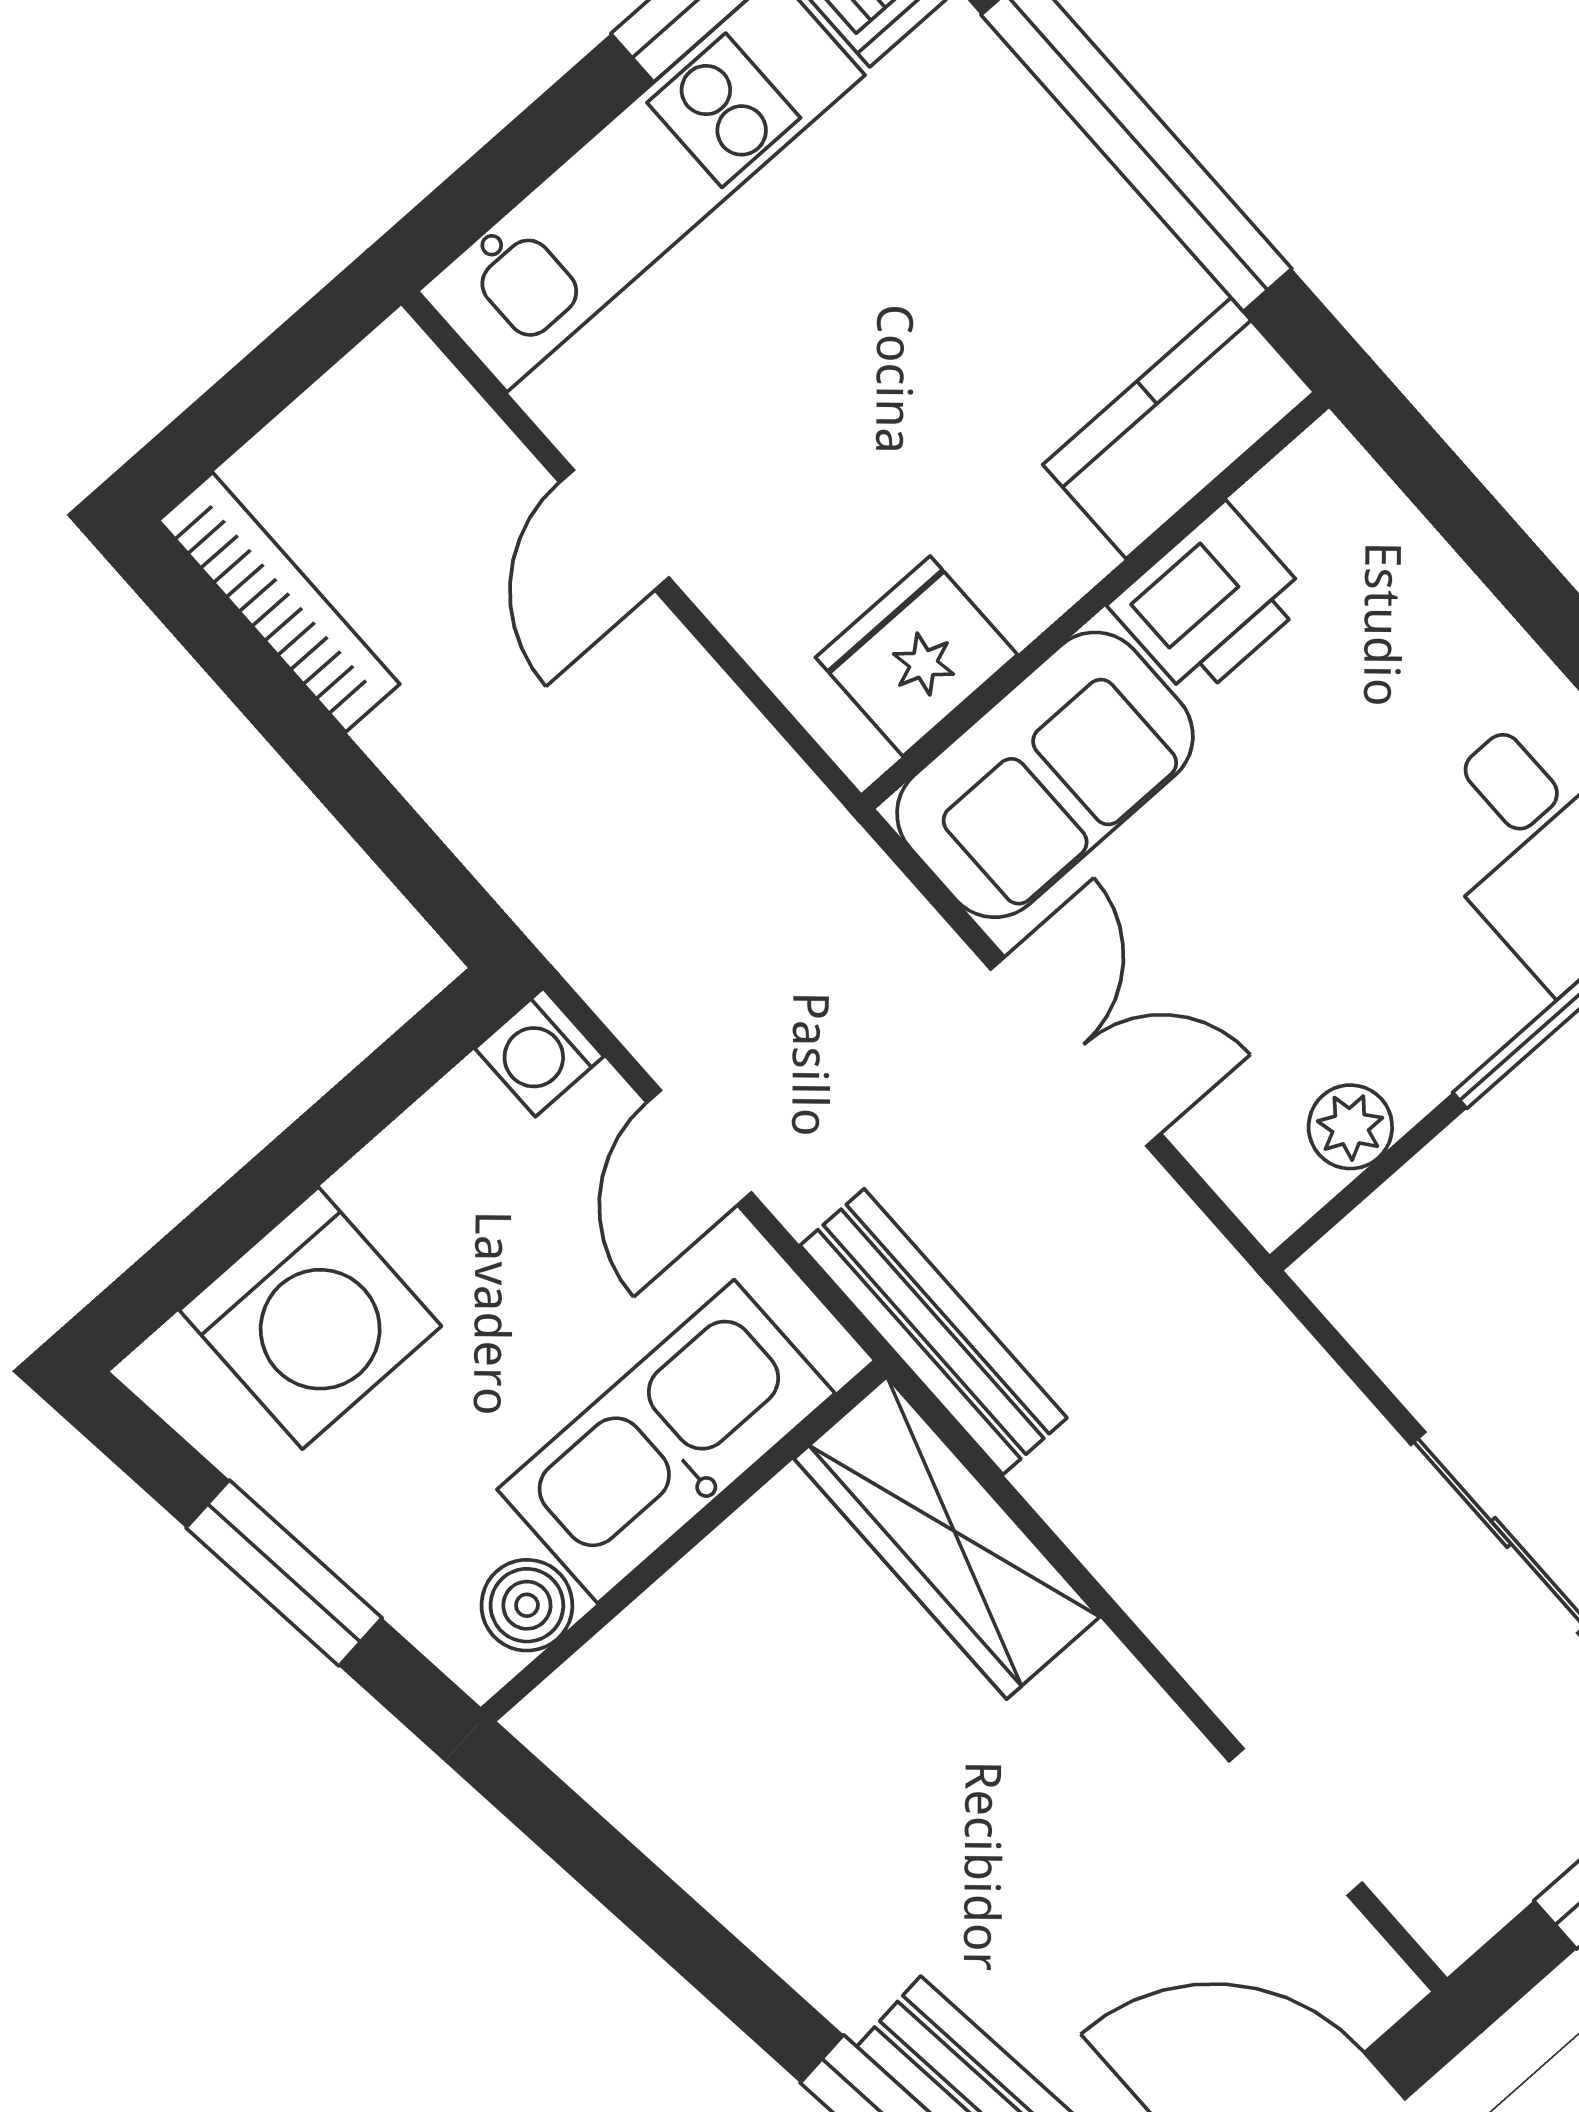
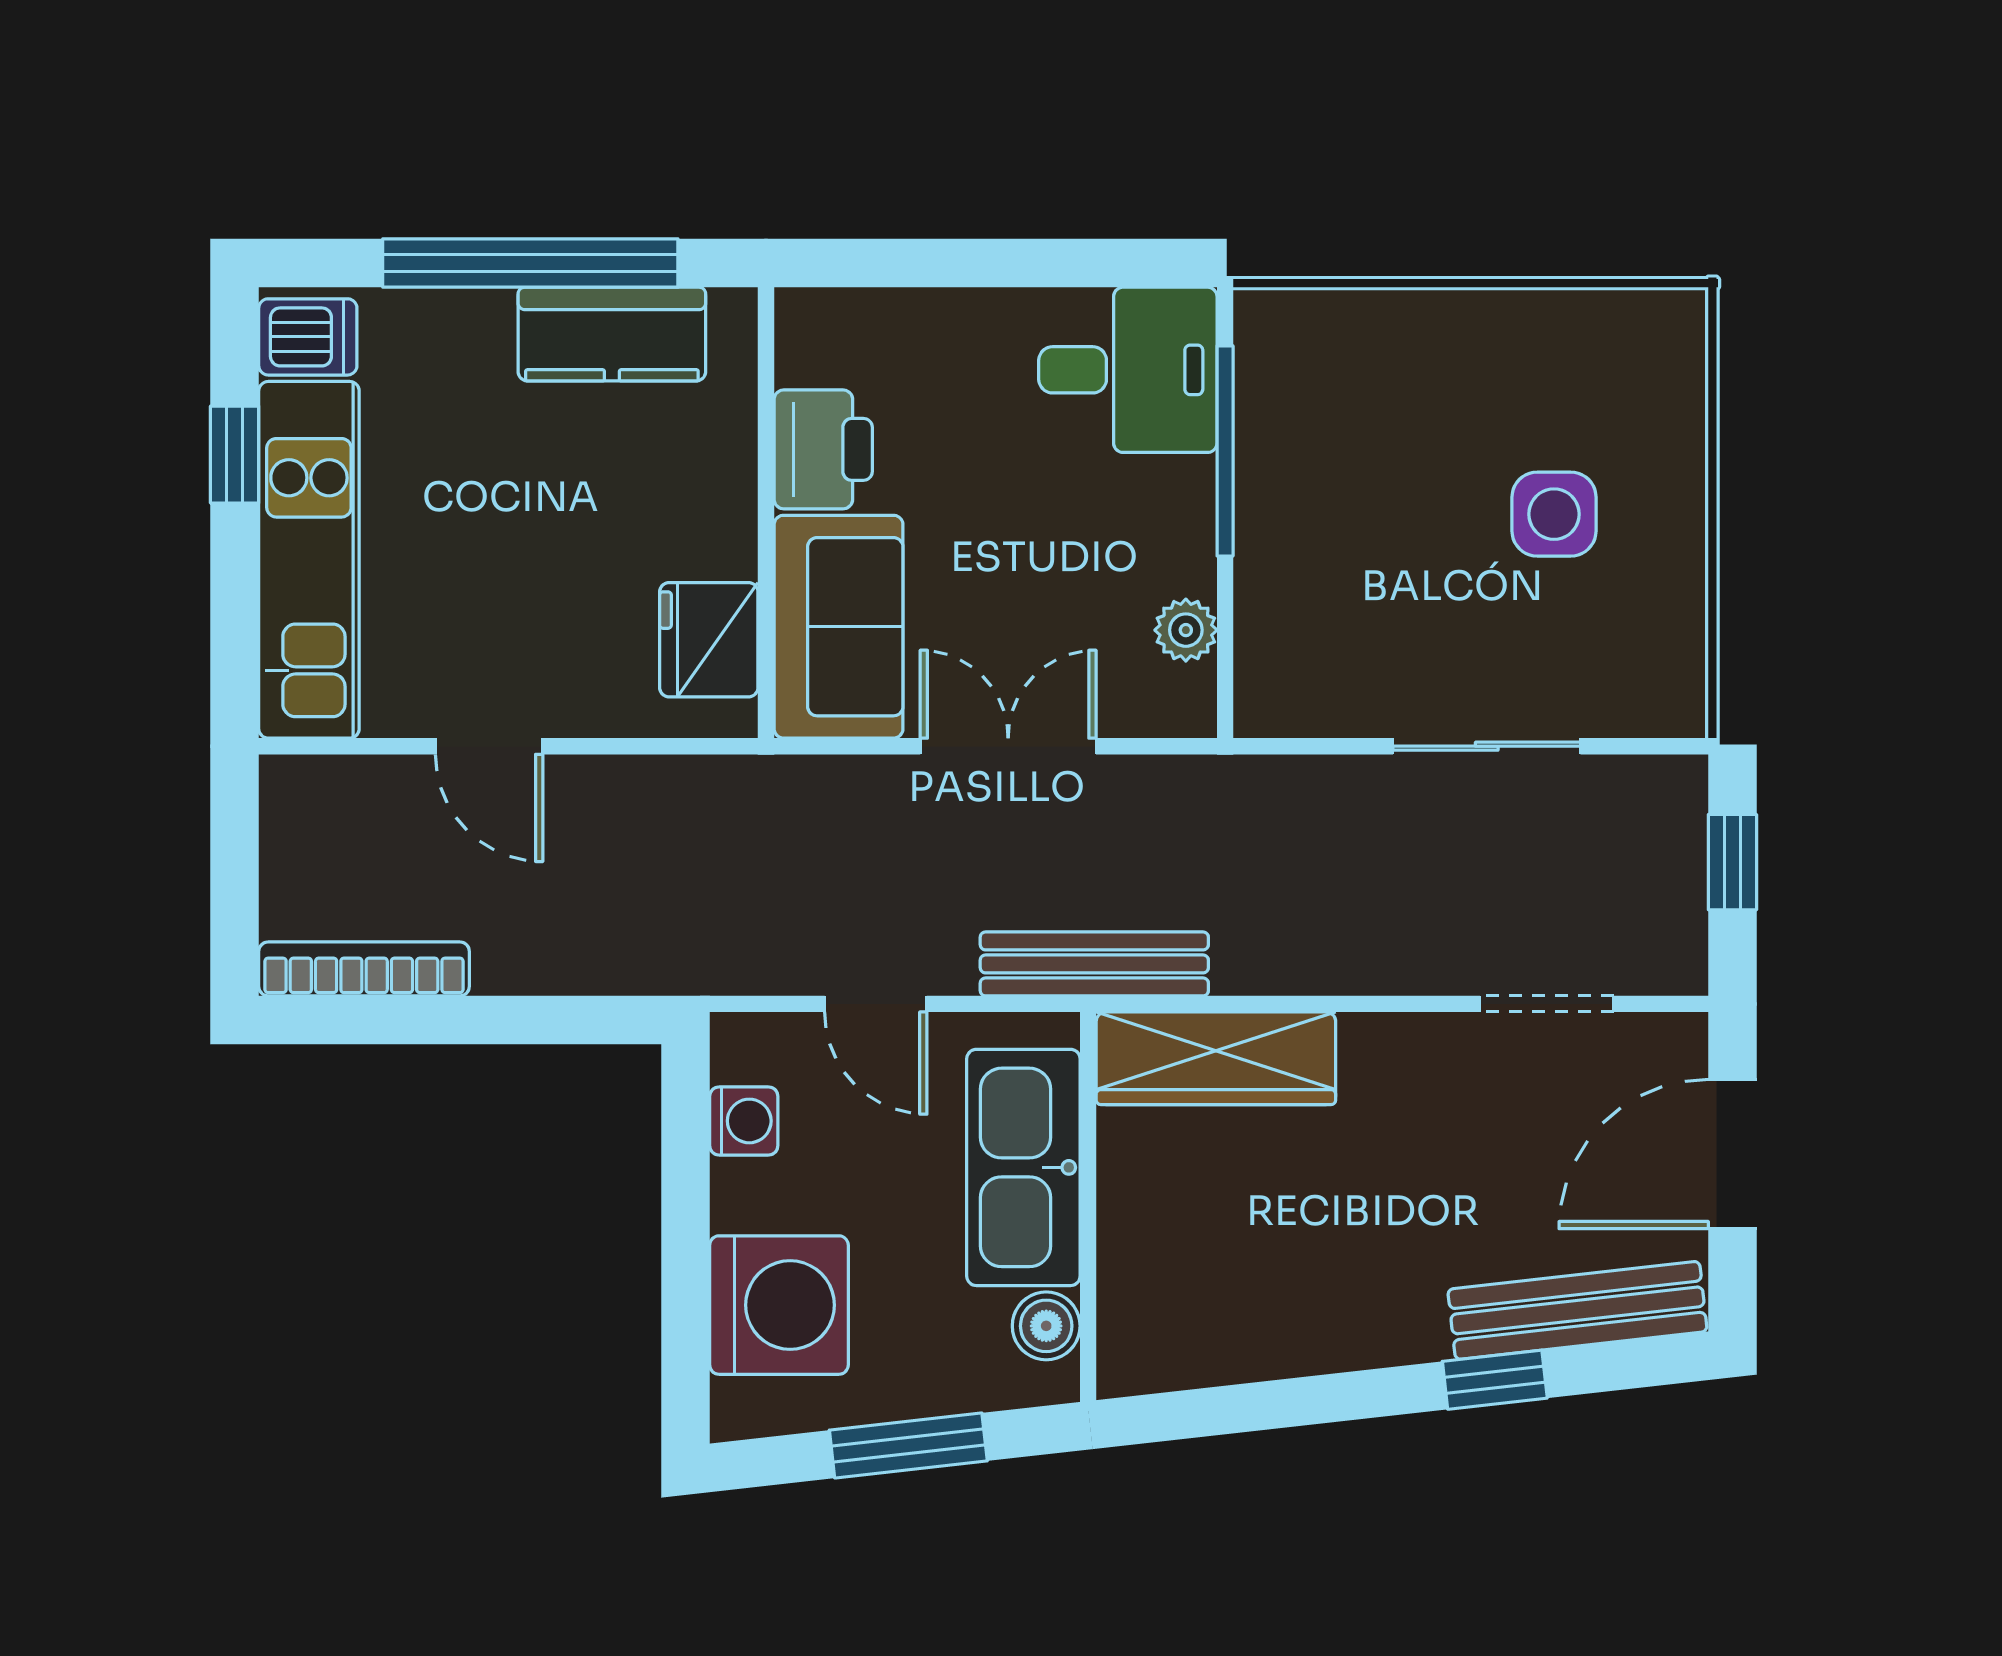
kitchen counter: (1179, 428) -> (612, 334), moved, turned -90
washing machine: (539, 1052) -> (744, 1121), moved, turned -90

